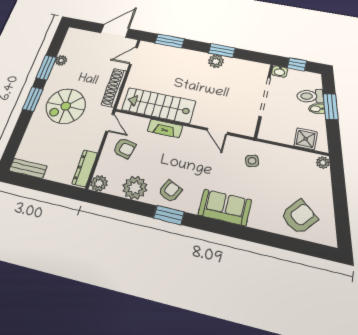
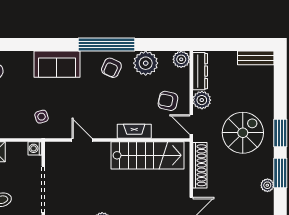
washing machine: (265, 134) -> (35, 148), added
plant: (93, 142) -> (202, 100), added
window: (169, 215) -> (106, 45), width x2.11

